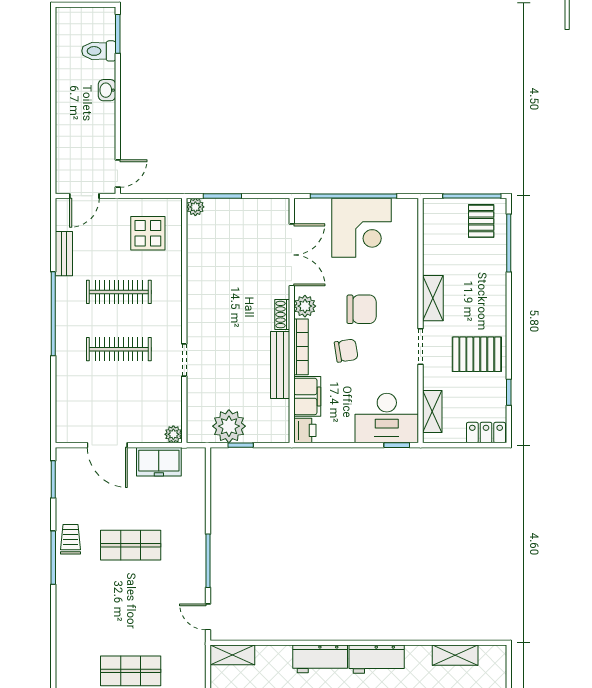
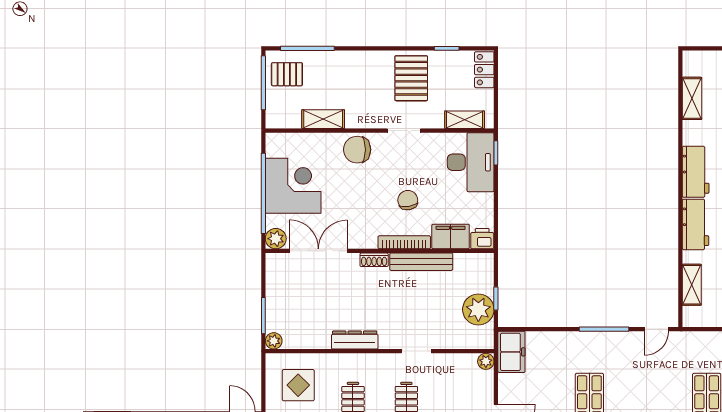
dresser: (196, 294) -> (355, 340), added
shelving: (433, 298) -> (323, 119), moved
plant: (305, 306) -> (276, 239), moved
chair: (362, 309) -> (357, 150), moved, turned -90
freezer: (159, 462) -> (511, 352), moved
shelving: (232, 655) -> (692, 285), moved

